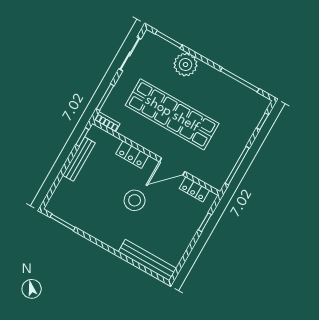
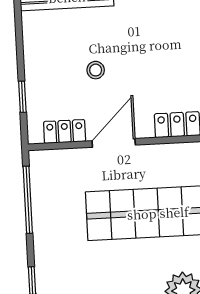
stool: (135, 200) -> (96, 70), moved, width x0.53, depth x0.53

